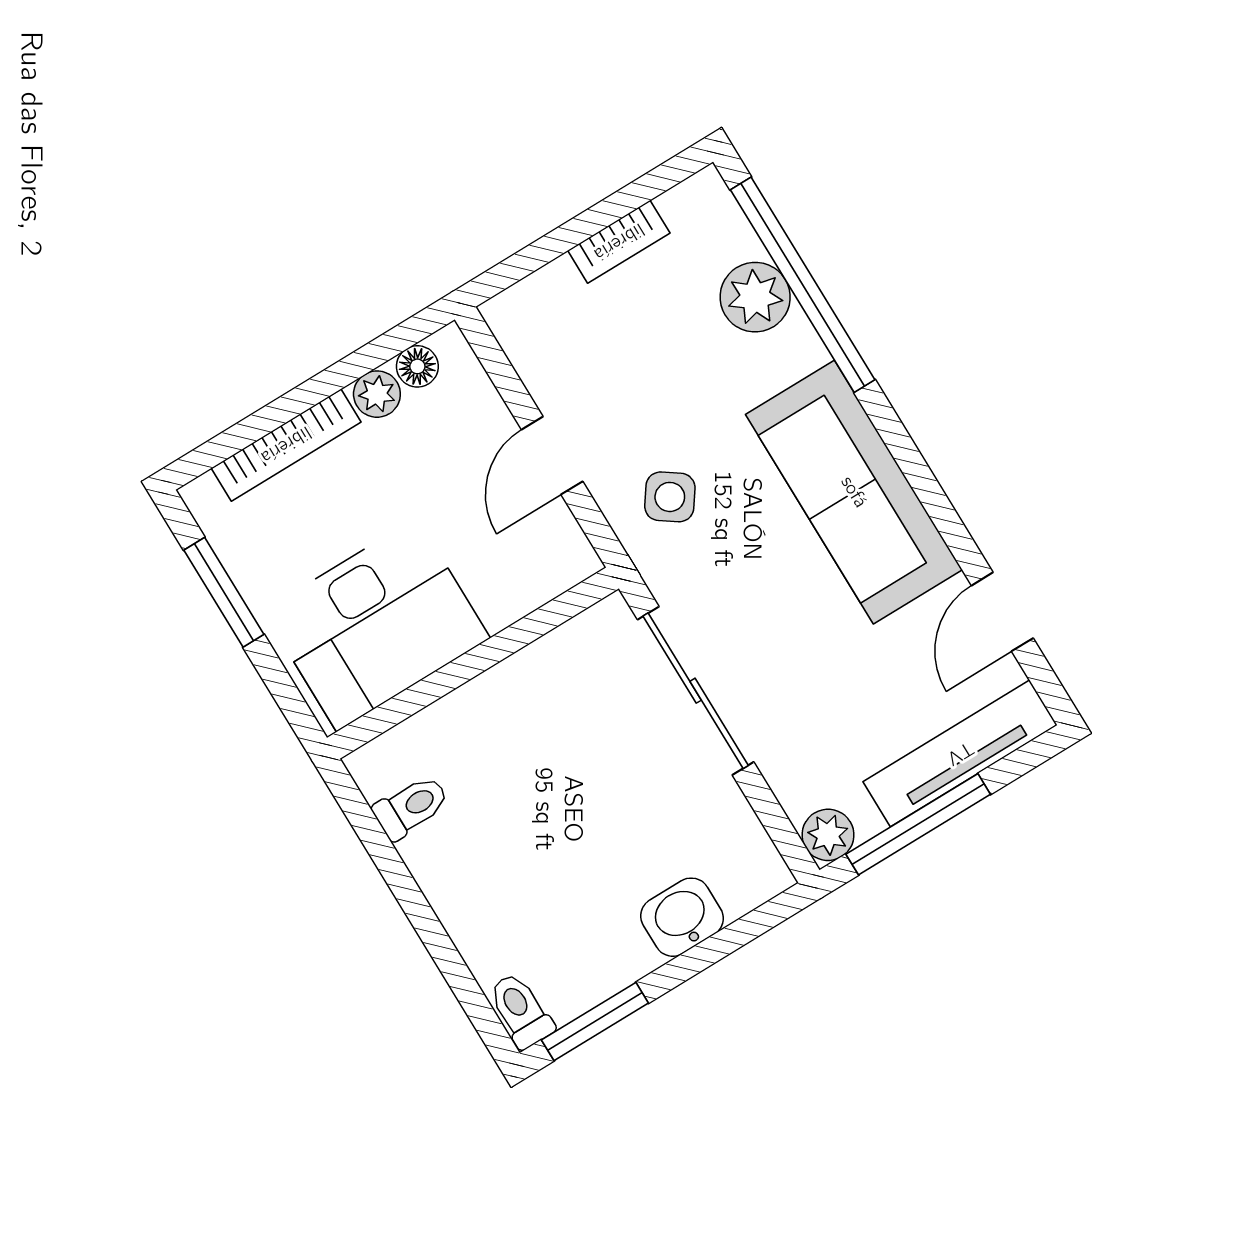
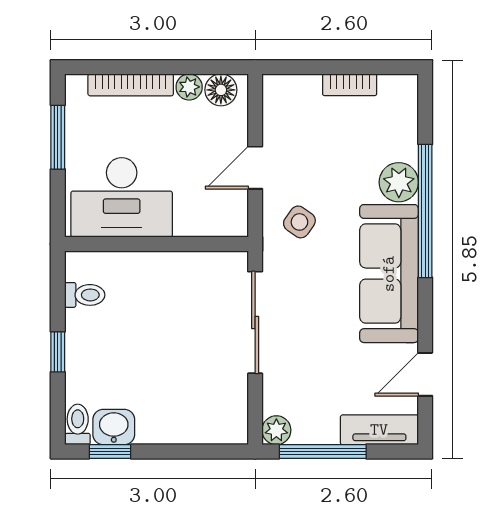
window: (803, 285) -> (425, 211), moved
plant: (755, 297) -> (399, 182), moved
floor lamp: (417, 366) -> (221, 90), width x1.37, depth x1.37
tv unit: (960, 753) -> (379, 430), width x0.71
washbasin: (682, 917) -> (114, 427), moved
window: (423, 918) -> (58, 352), added
window: (595, 1022) -> (110, 452), width x0.67

